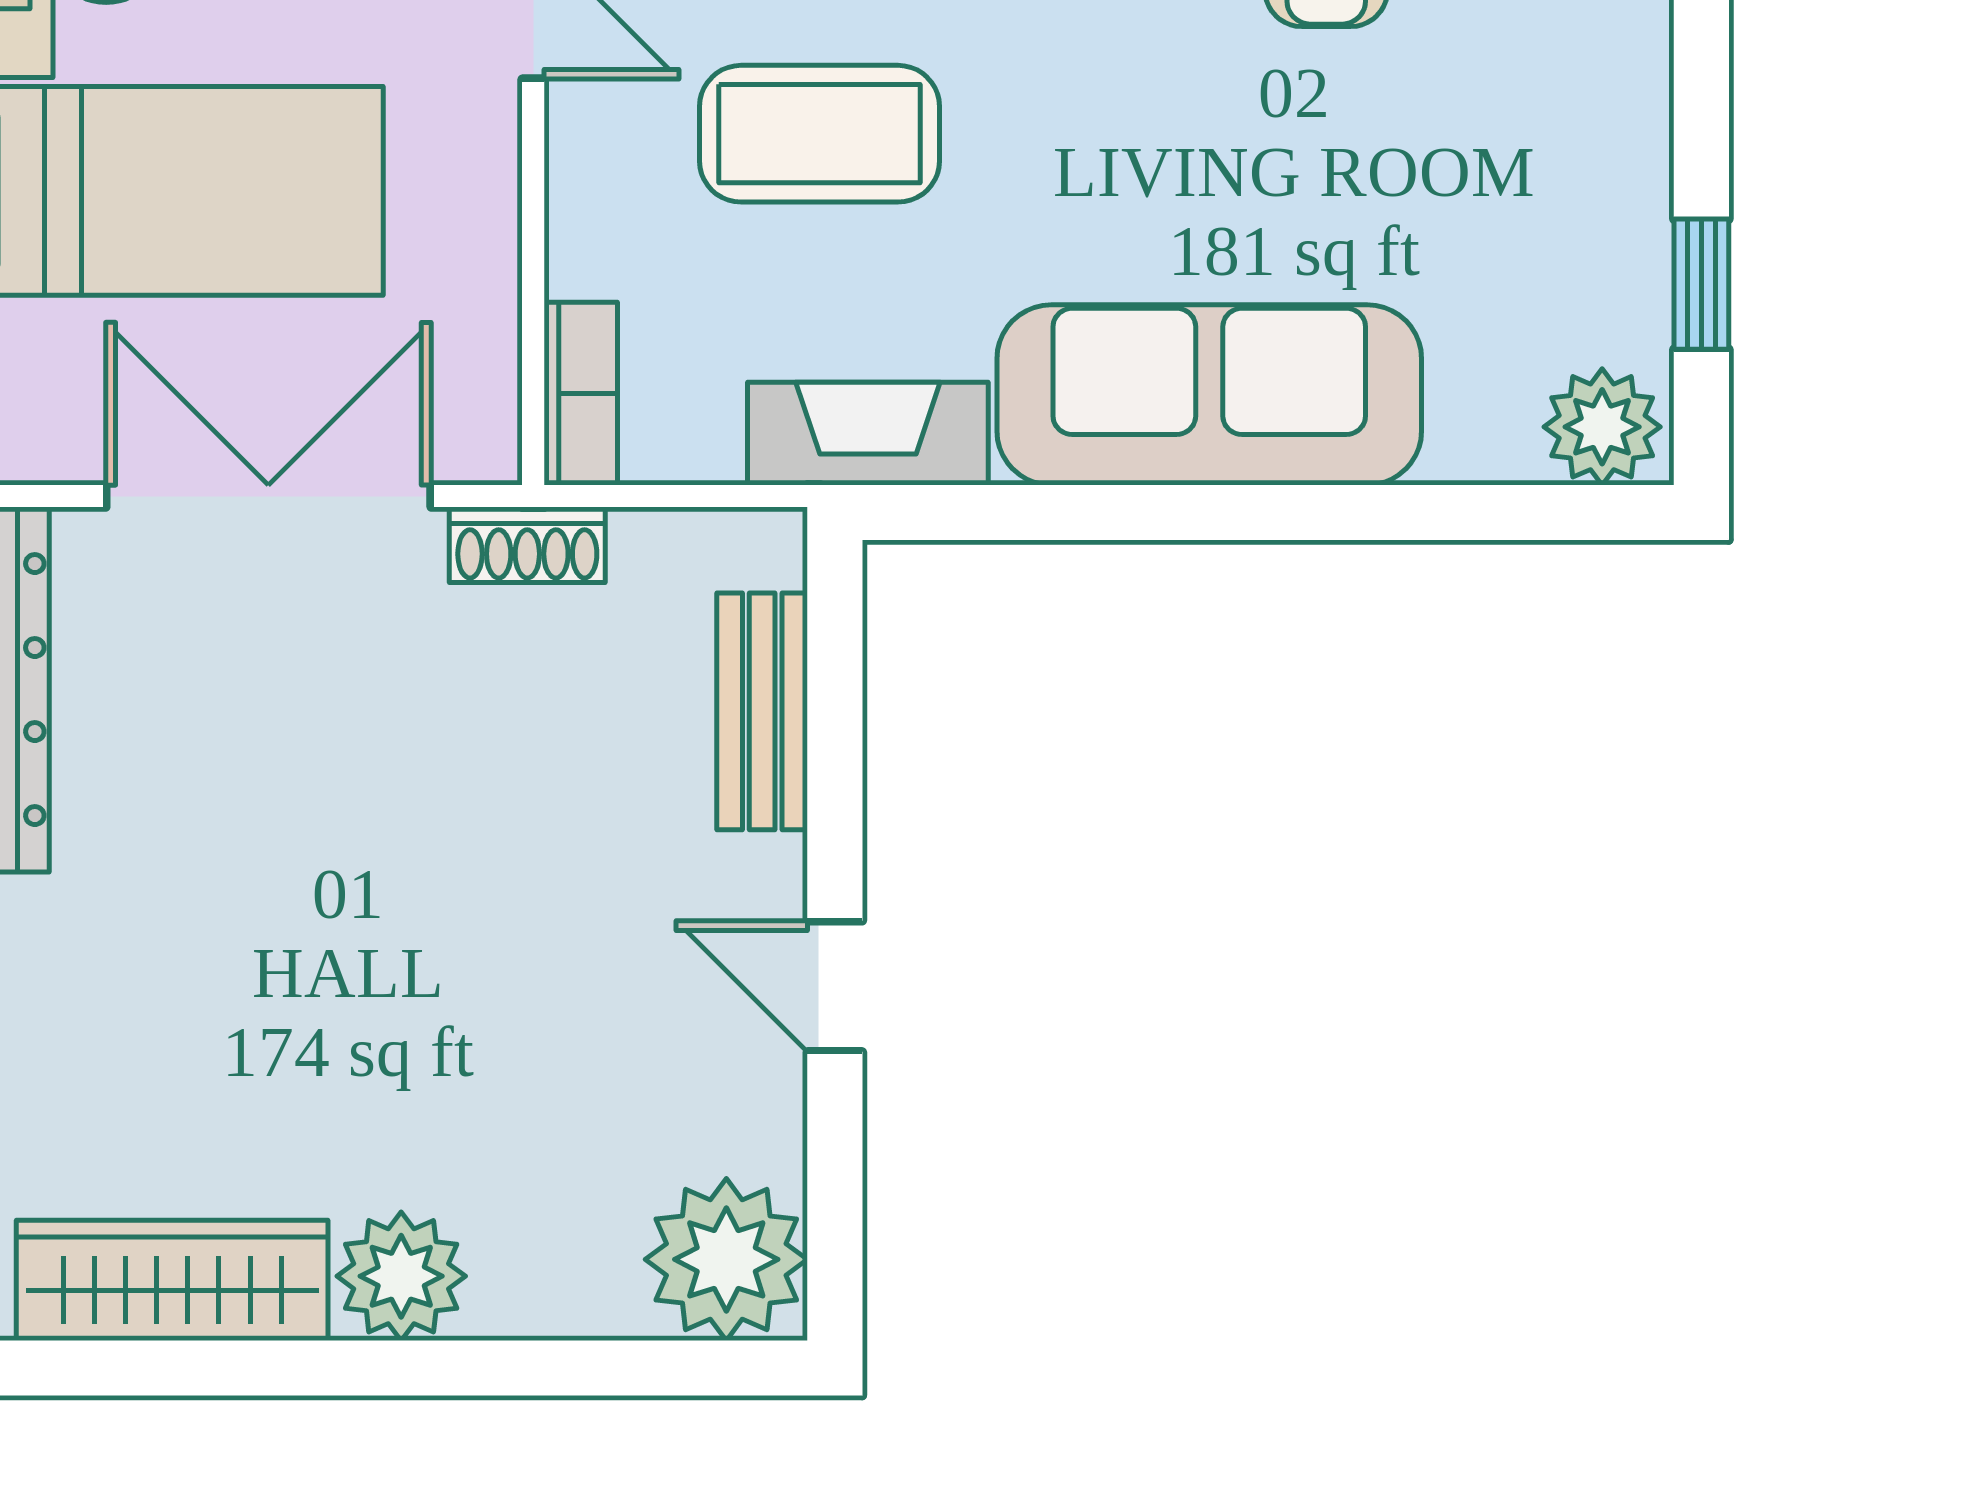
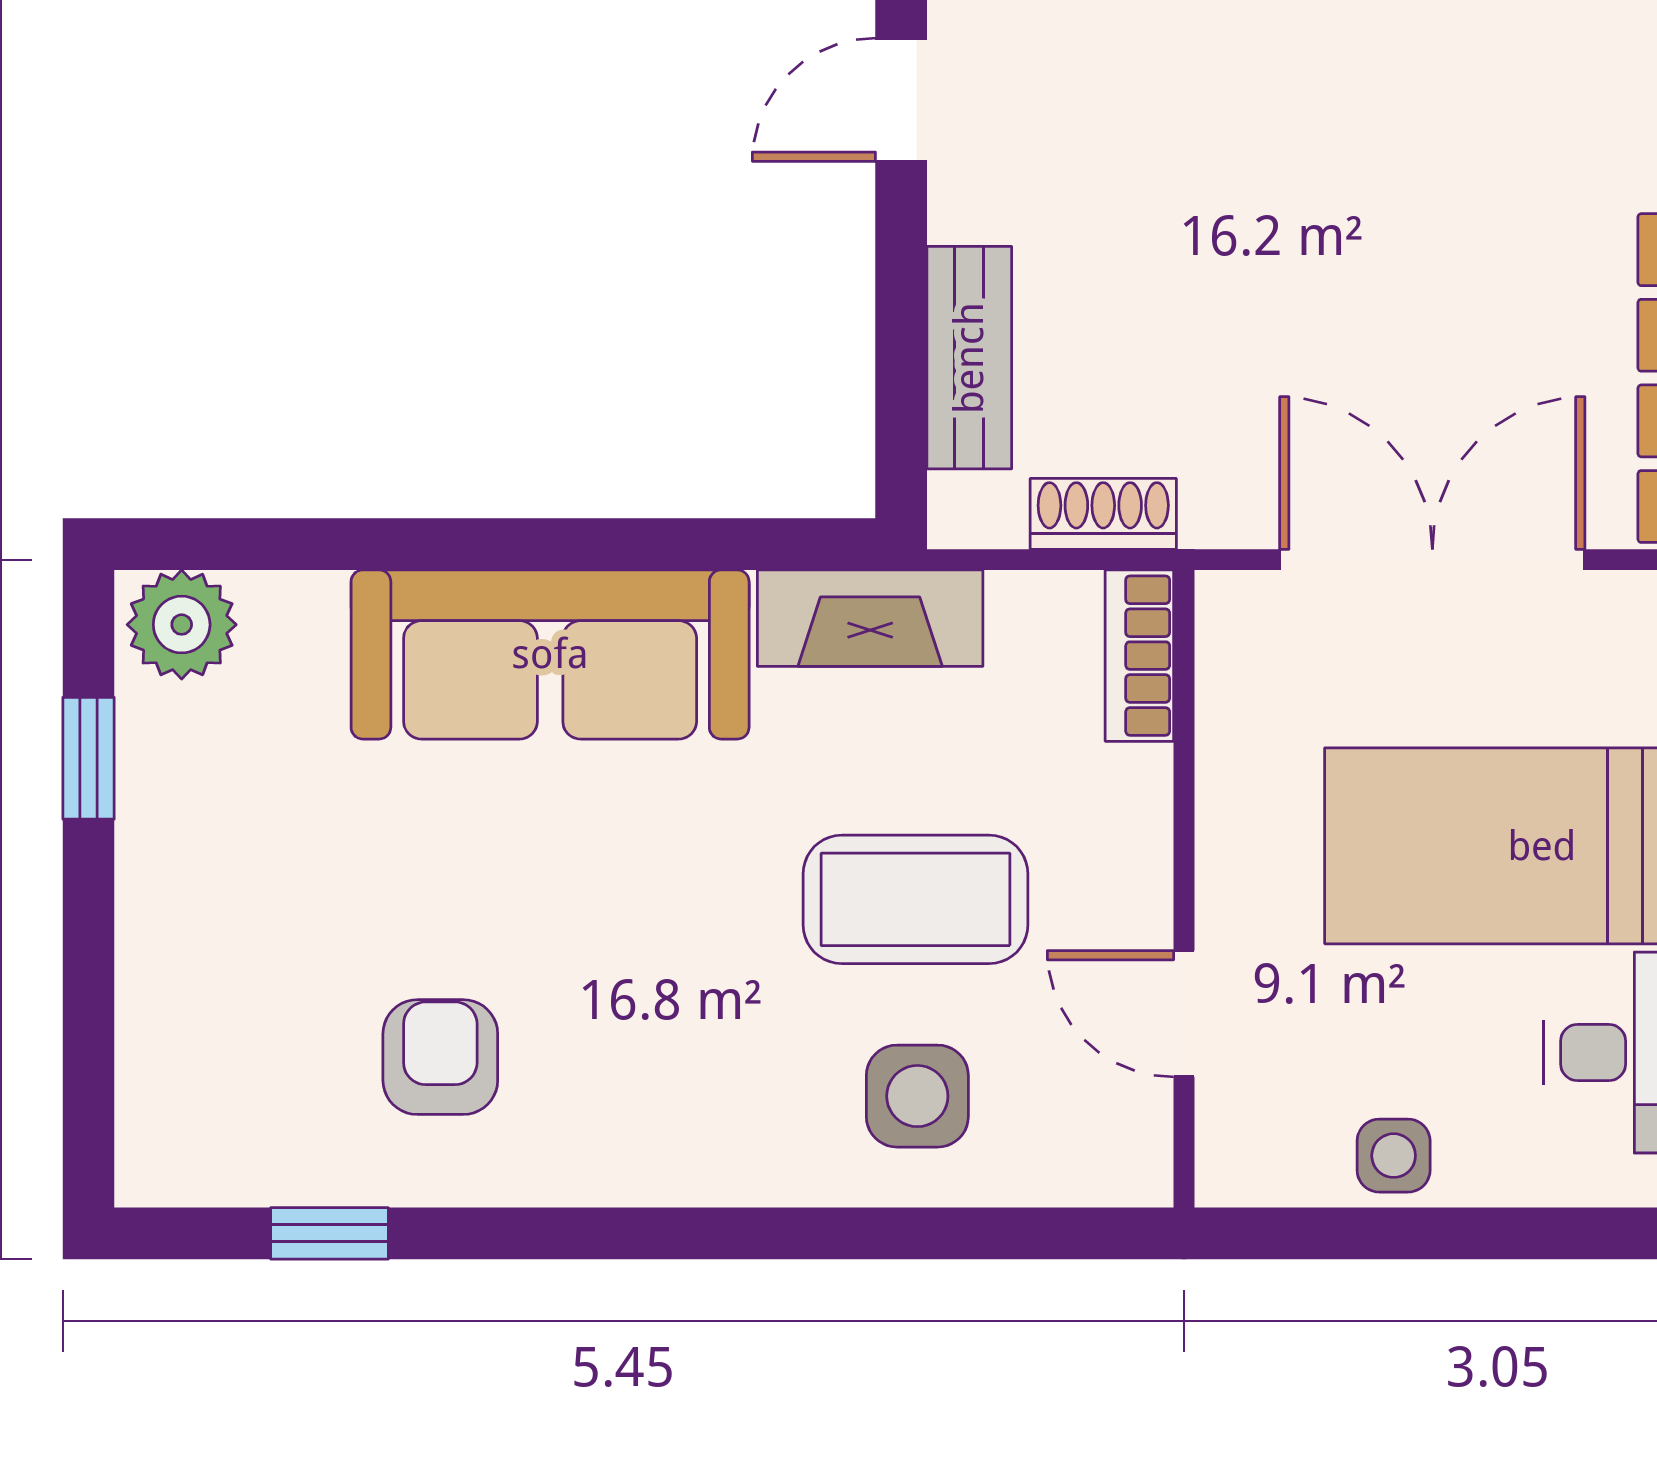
double door: (268, 496) -> (1432, 560), swing flipped
shoe rack: (527, 545) -> (1103, 514), moved
door: (835, 986) -> (901, 100), swing flipped

